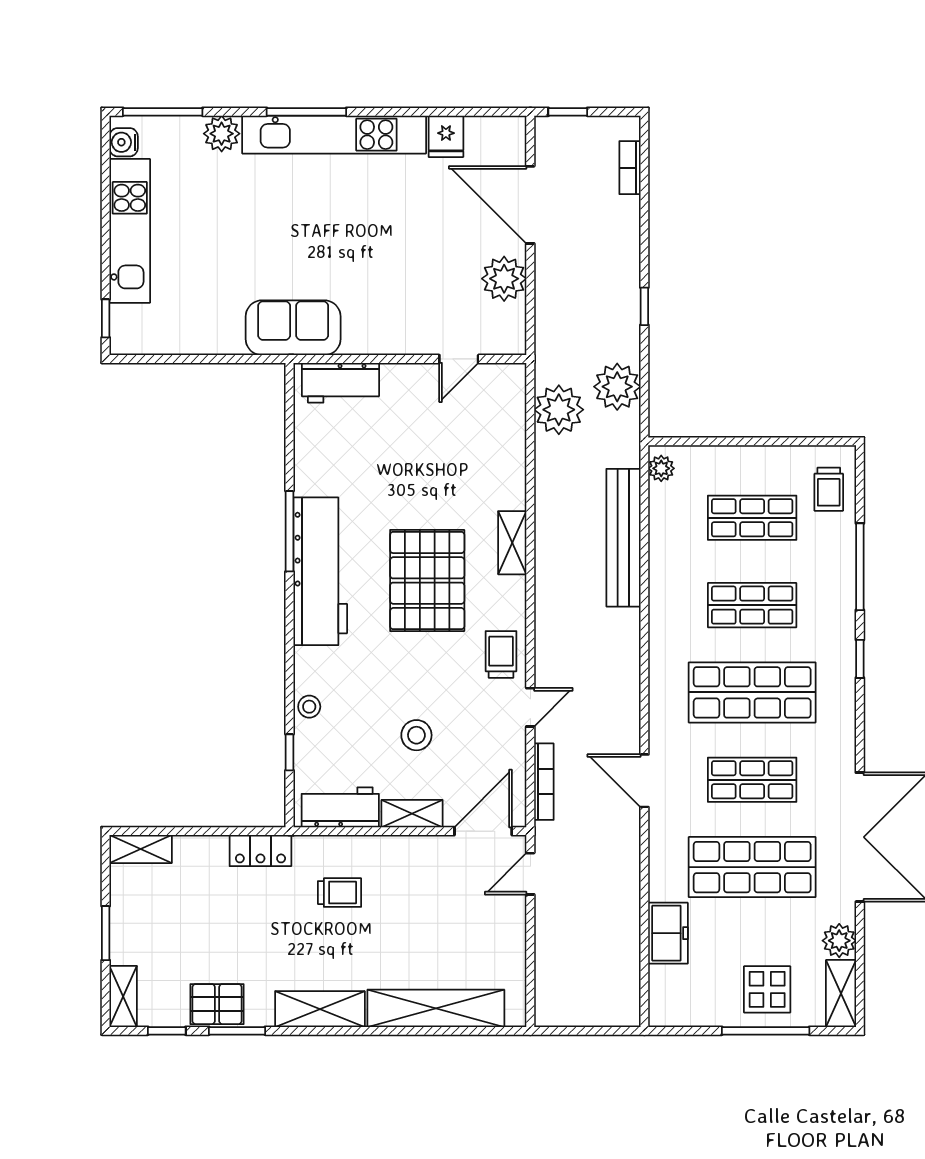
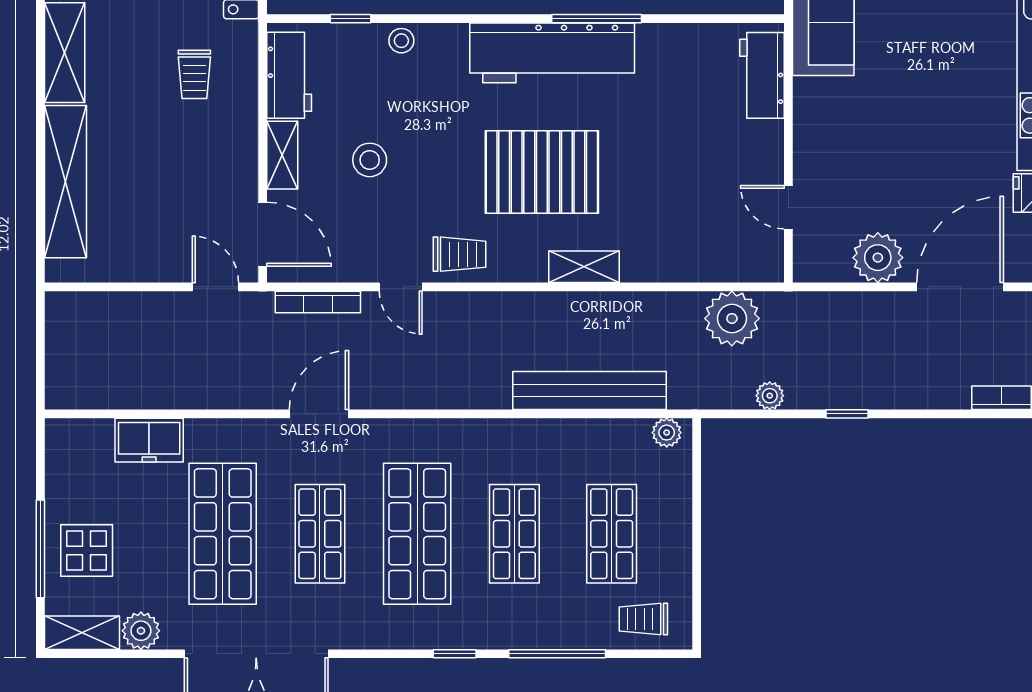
plant: (617, 387) -> (770, 396), width x0.53, depth x0.53

